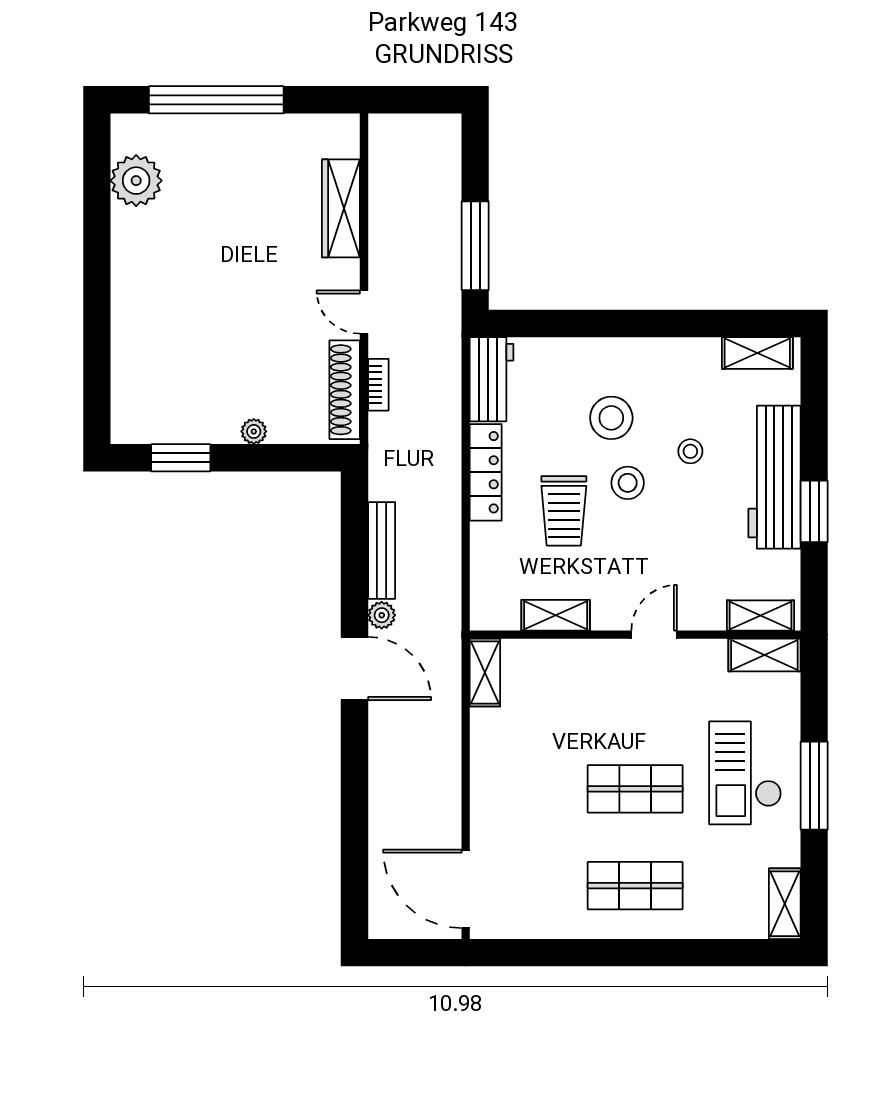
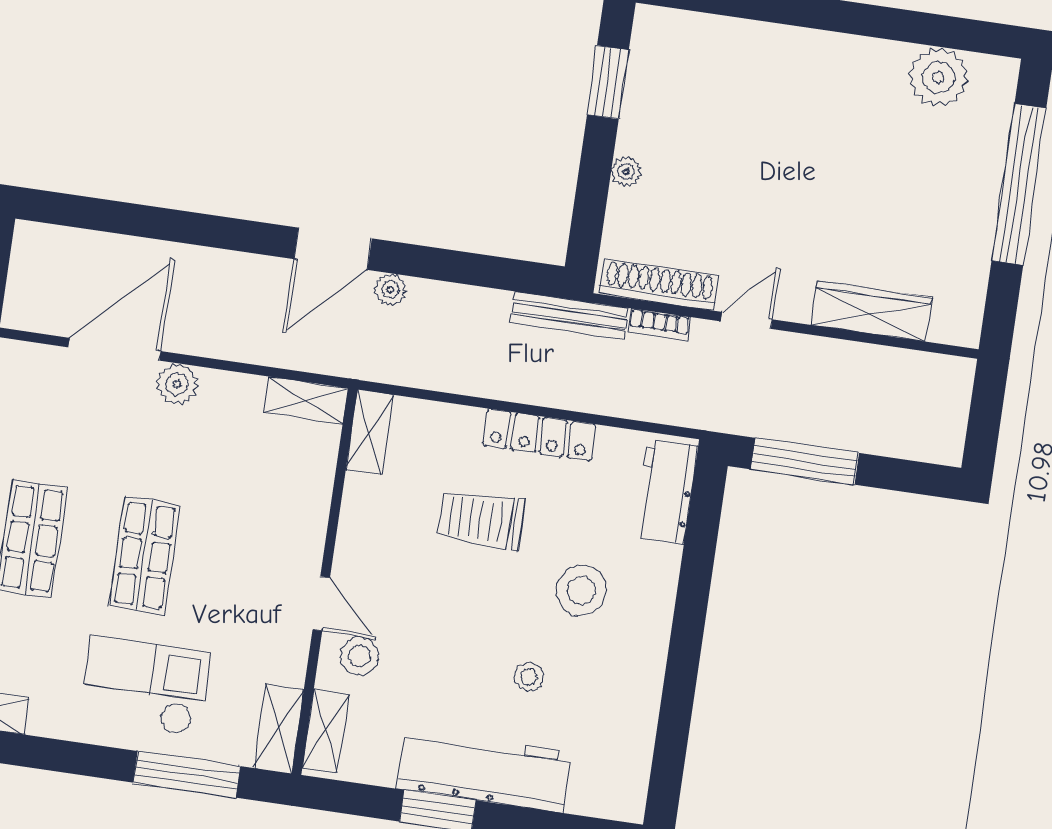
shelving: (757, 353) -> (632, 772), removed
workbench: (491, 379) -> (666, 491), moved, turned 90
stool: (628, 483) -> (359, 656), moved
bench: (382, 550) -> (569, 315), moved
shelving: (556, 615) -> (370, 432), moved
plant: (487, 783) -> (177, 384), added
window: (814, 786) -> (187, 774), moved
door: (466, 889) -> (114, 349), moved

